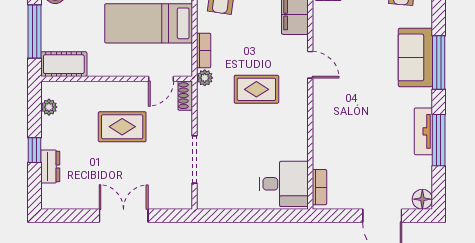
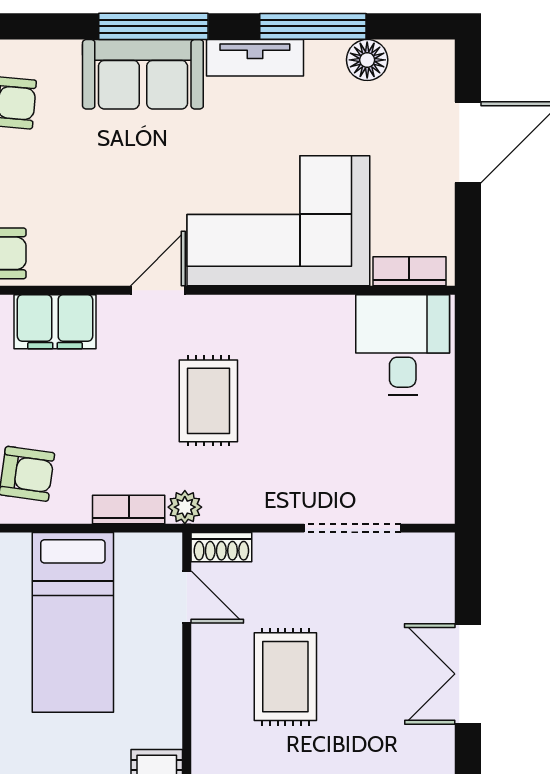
corner sofa: (344, 123) -> (278, 221), added
tv unit: (423, 131) -> (255, 58), moved
floor lamp: (422, 199) -> (367, 60), moved

